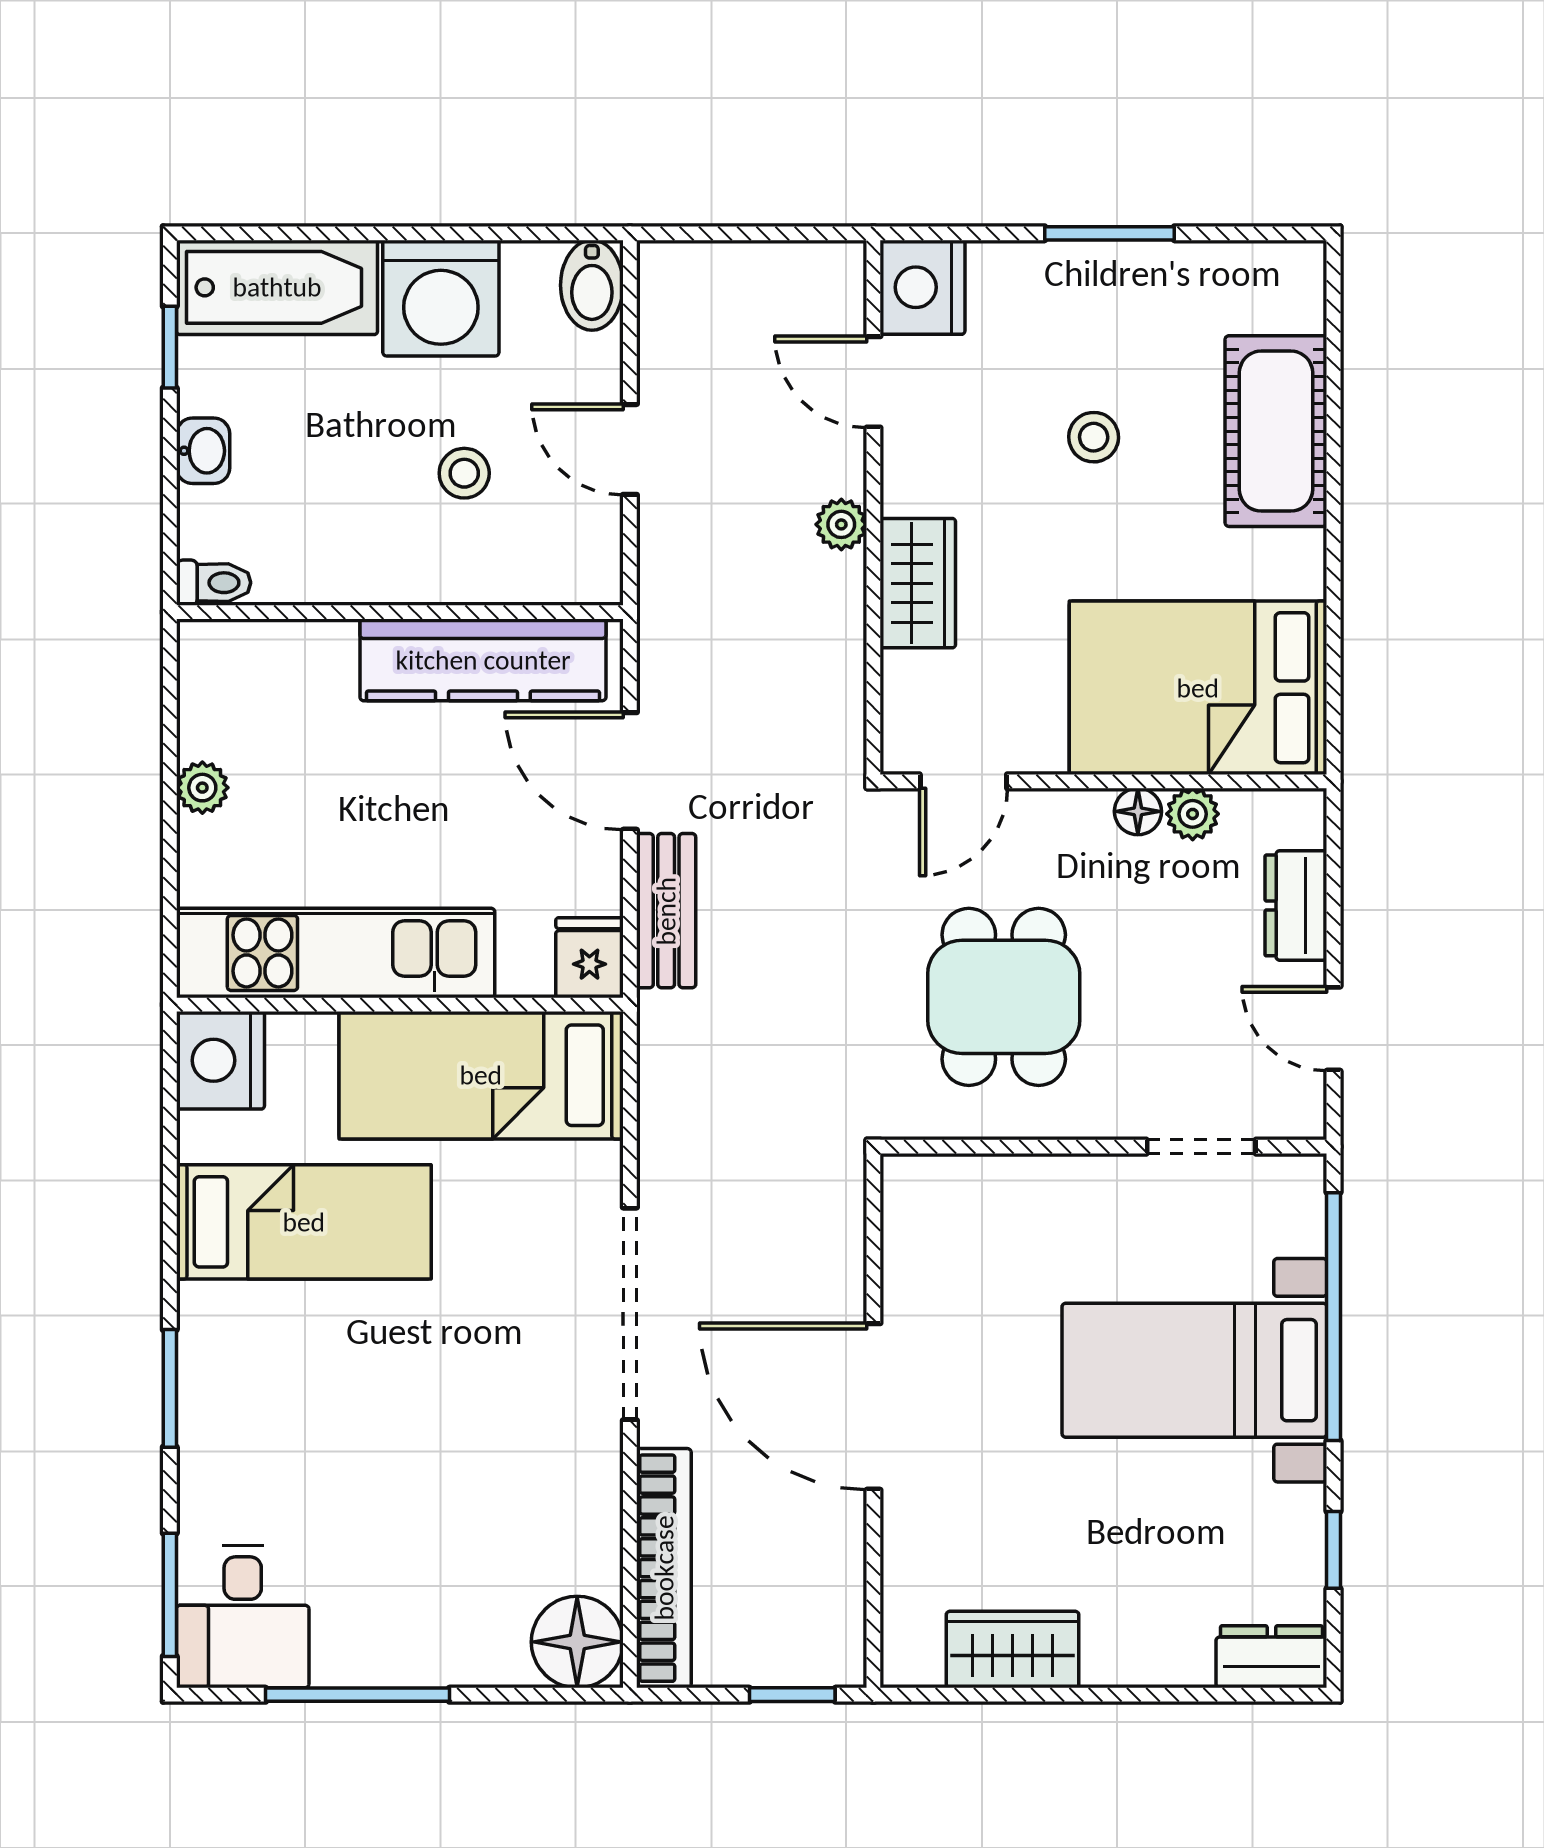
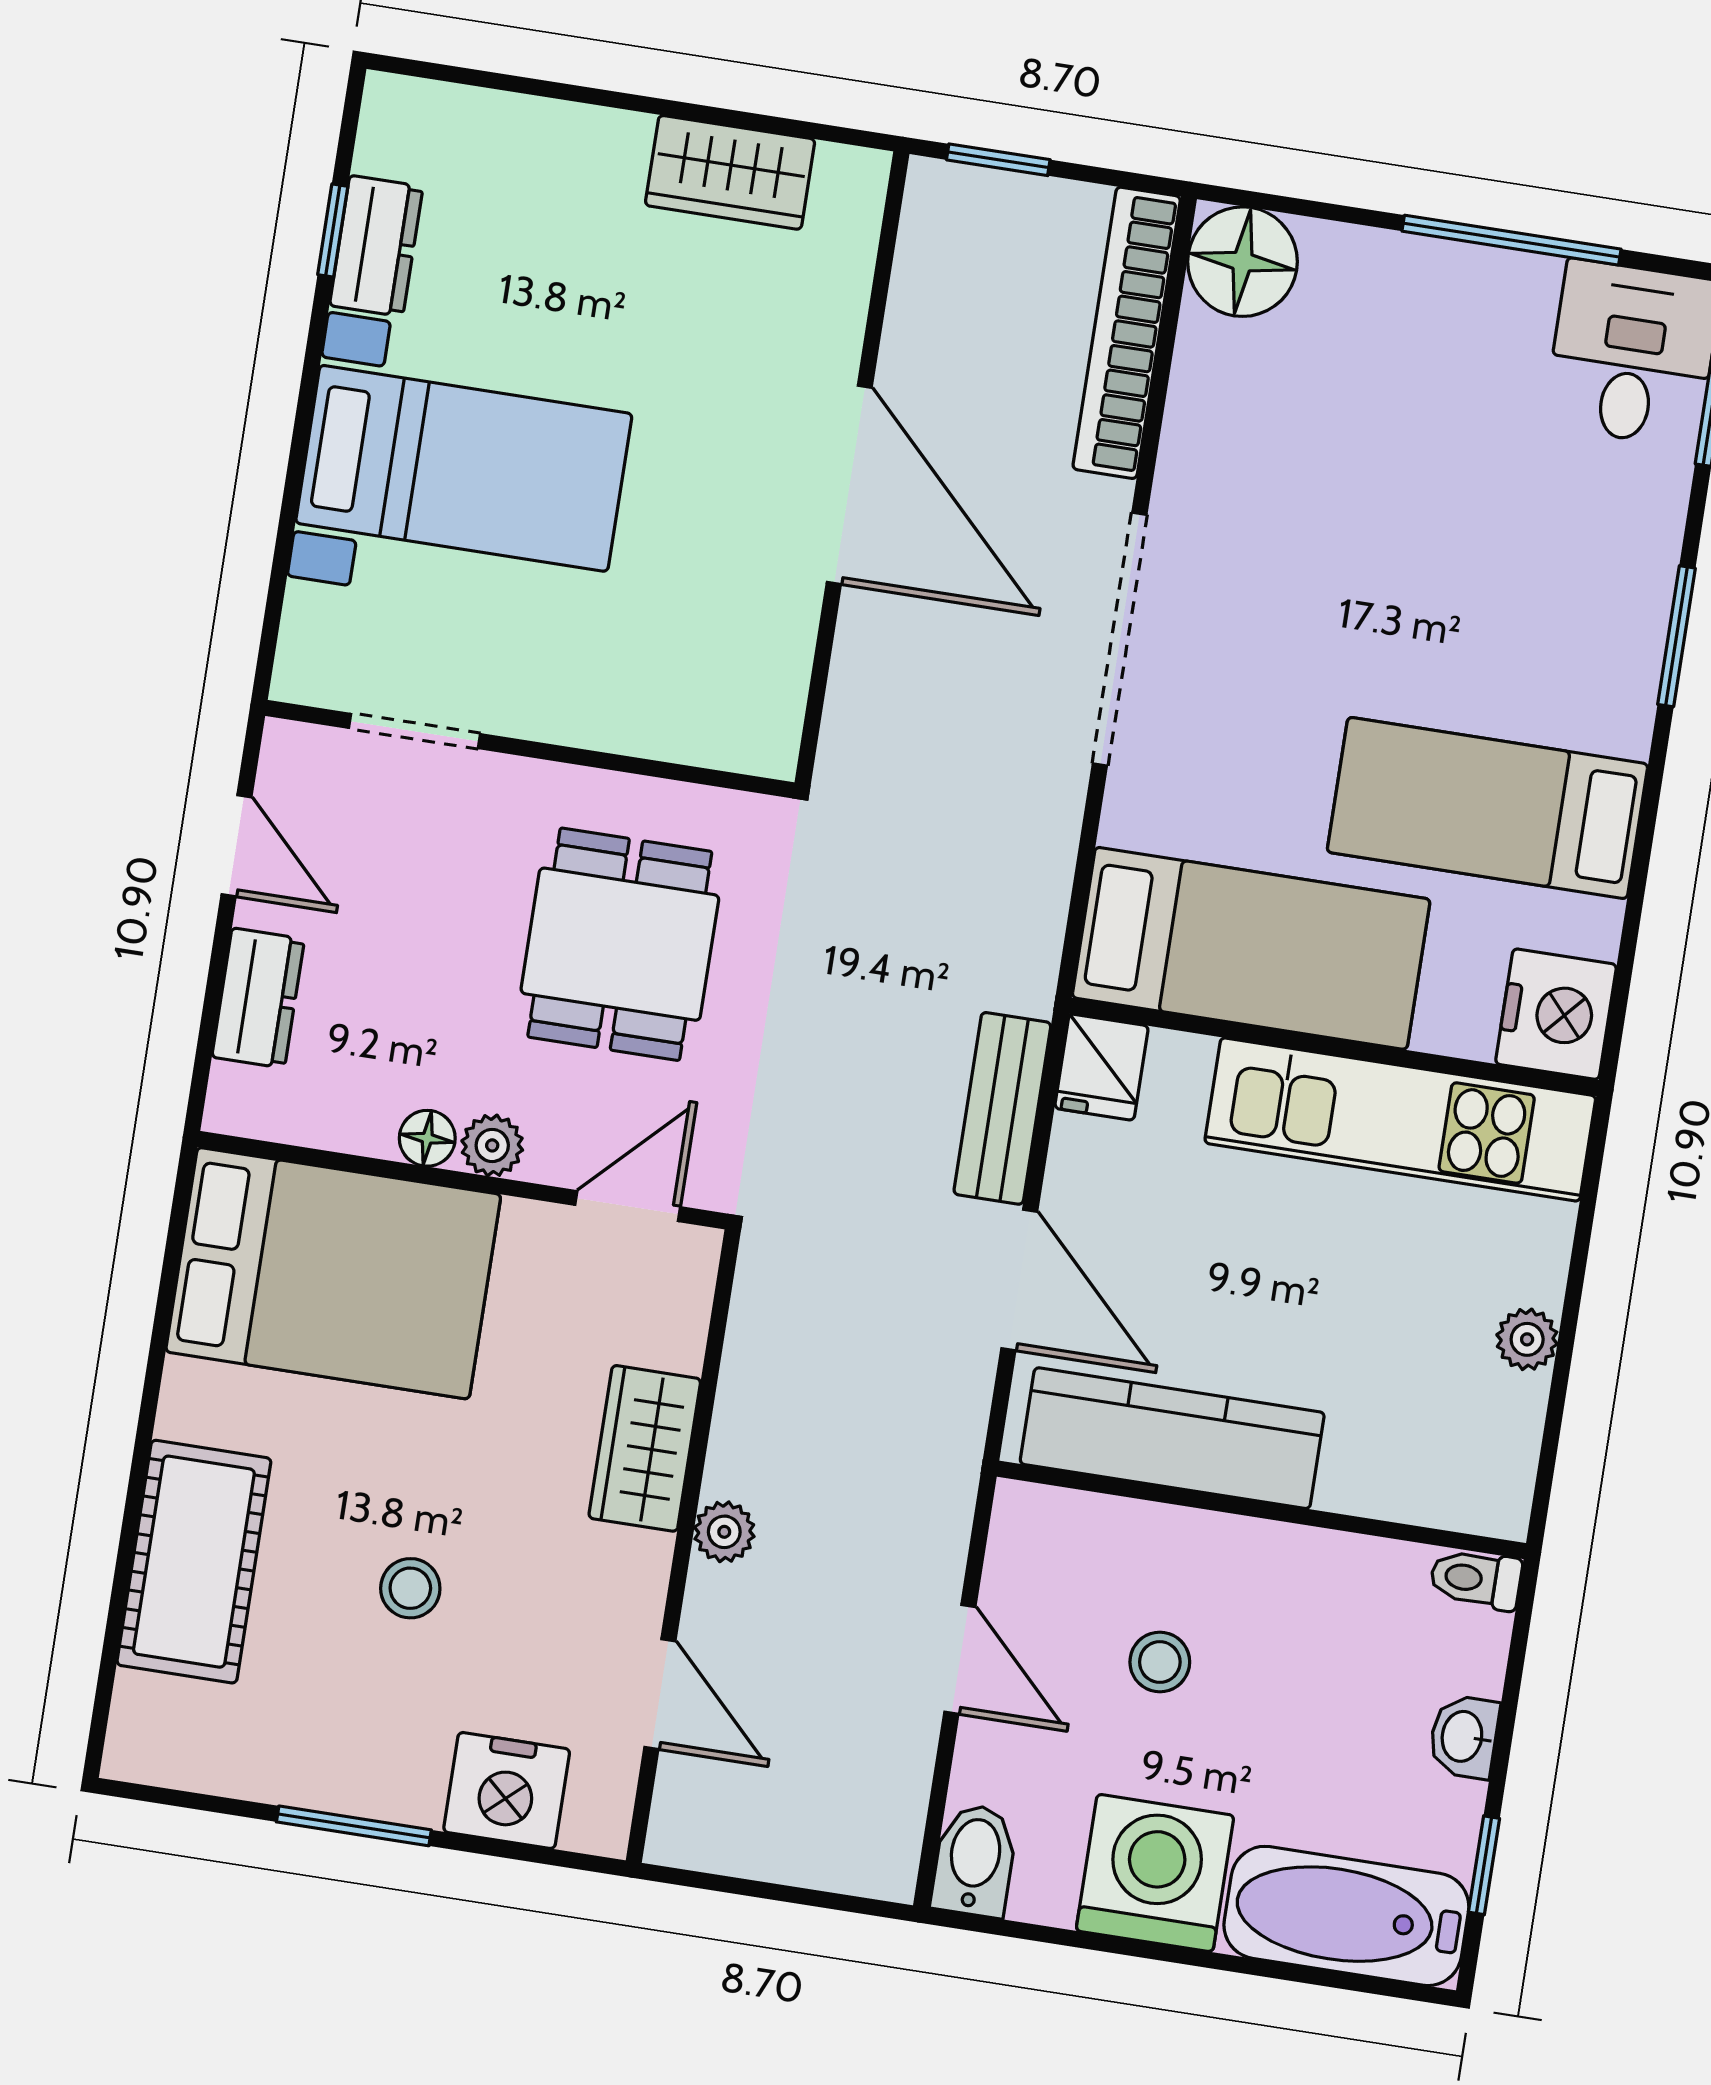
nightstand: (923, 287) -> (507, 1790), moved, turned 90
plant: (1193, 814) -> (492, 1145), moved
window: (1334, 1317) -> (290, 506), removed
dresser: (1271, 1657) -> (376, 246), moved, turned -90

